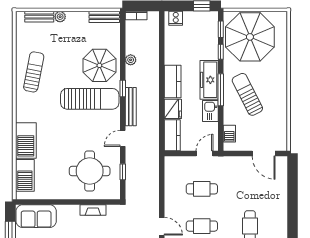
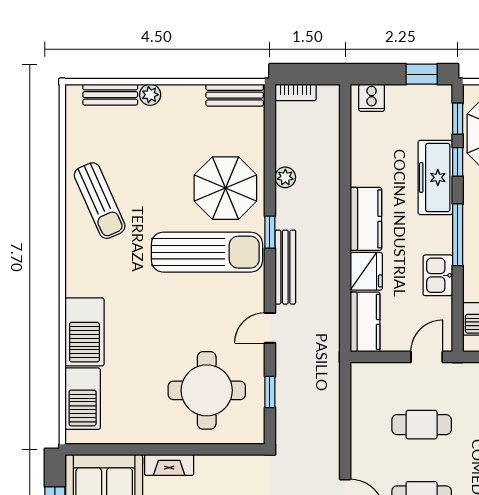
sun lounger: (34, 72) -> (100, 201), turned 145
freezer: (209, 80) -> (435, 177), moved
fireplace: (93, 210) -> (169, 465), moved

